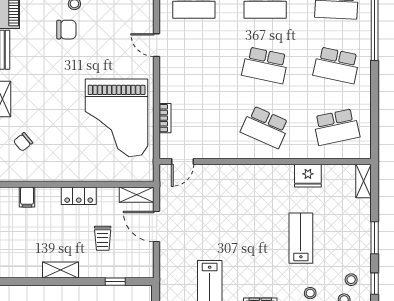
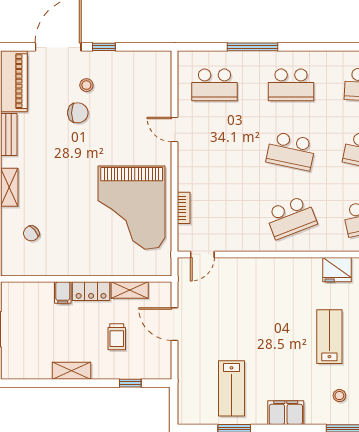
school desk: (265, 127) -> (291, 217), turned -45
shelving: (137, 195) -> (130, 290), moved
filing cabinet: (27, 197) -> (63, 293), moved

